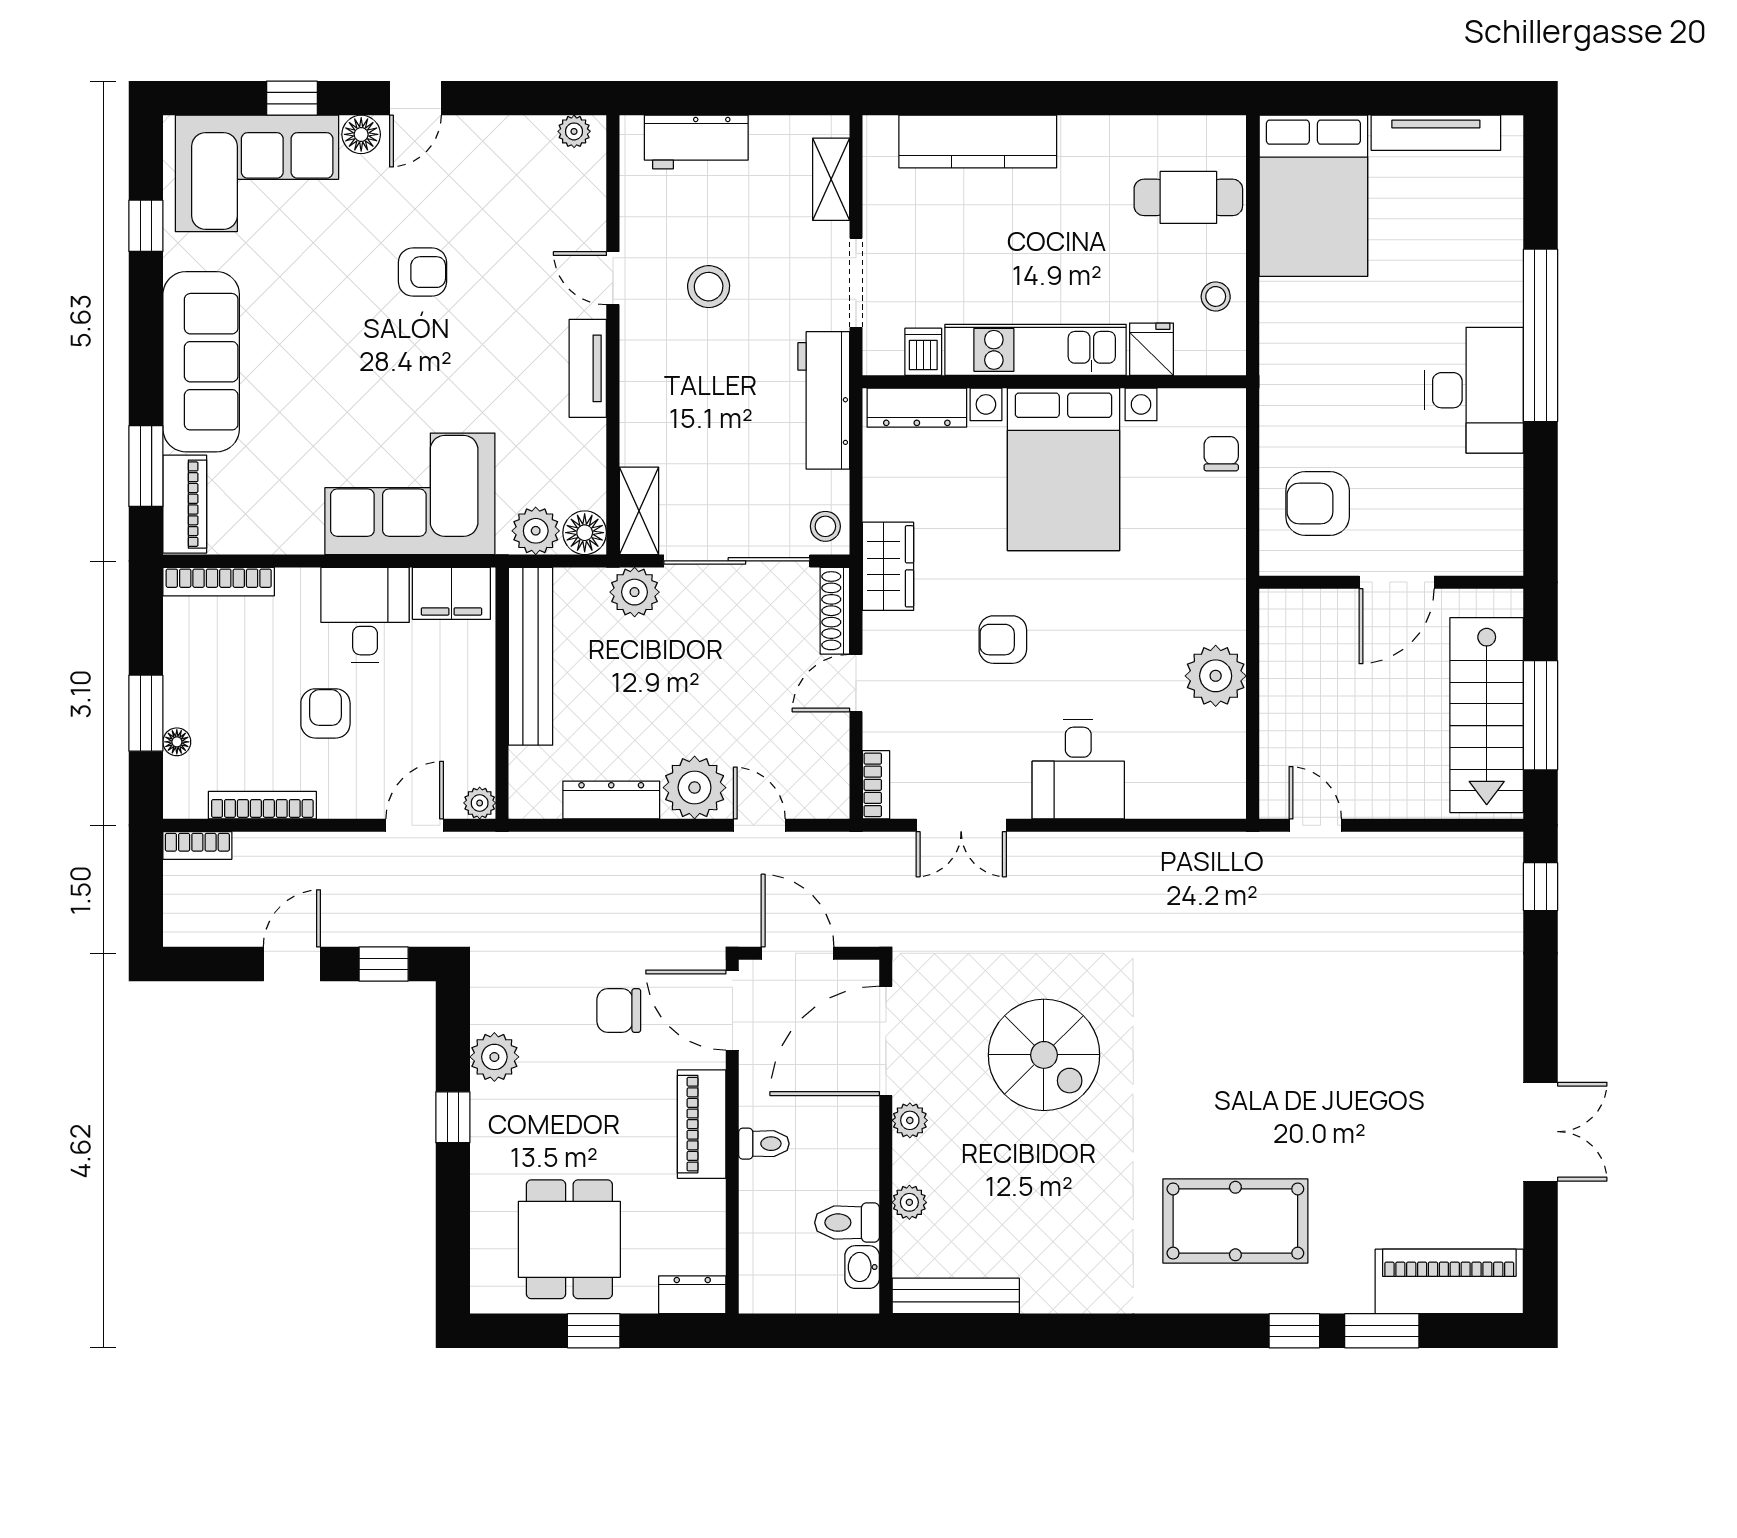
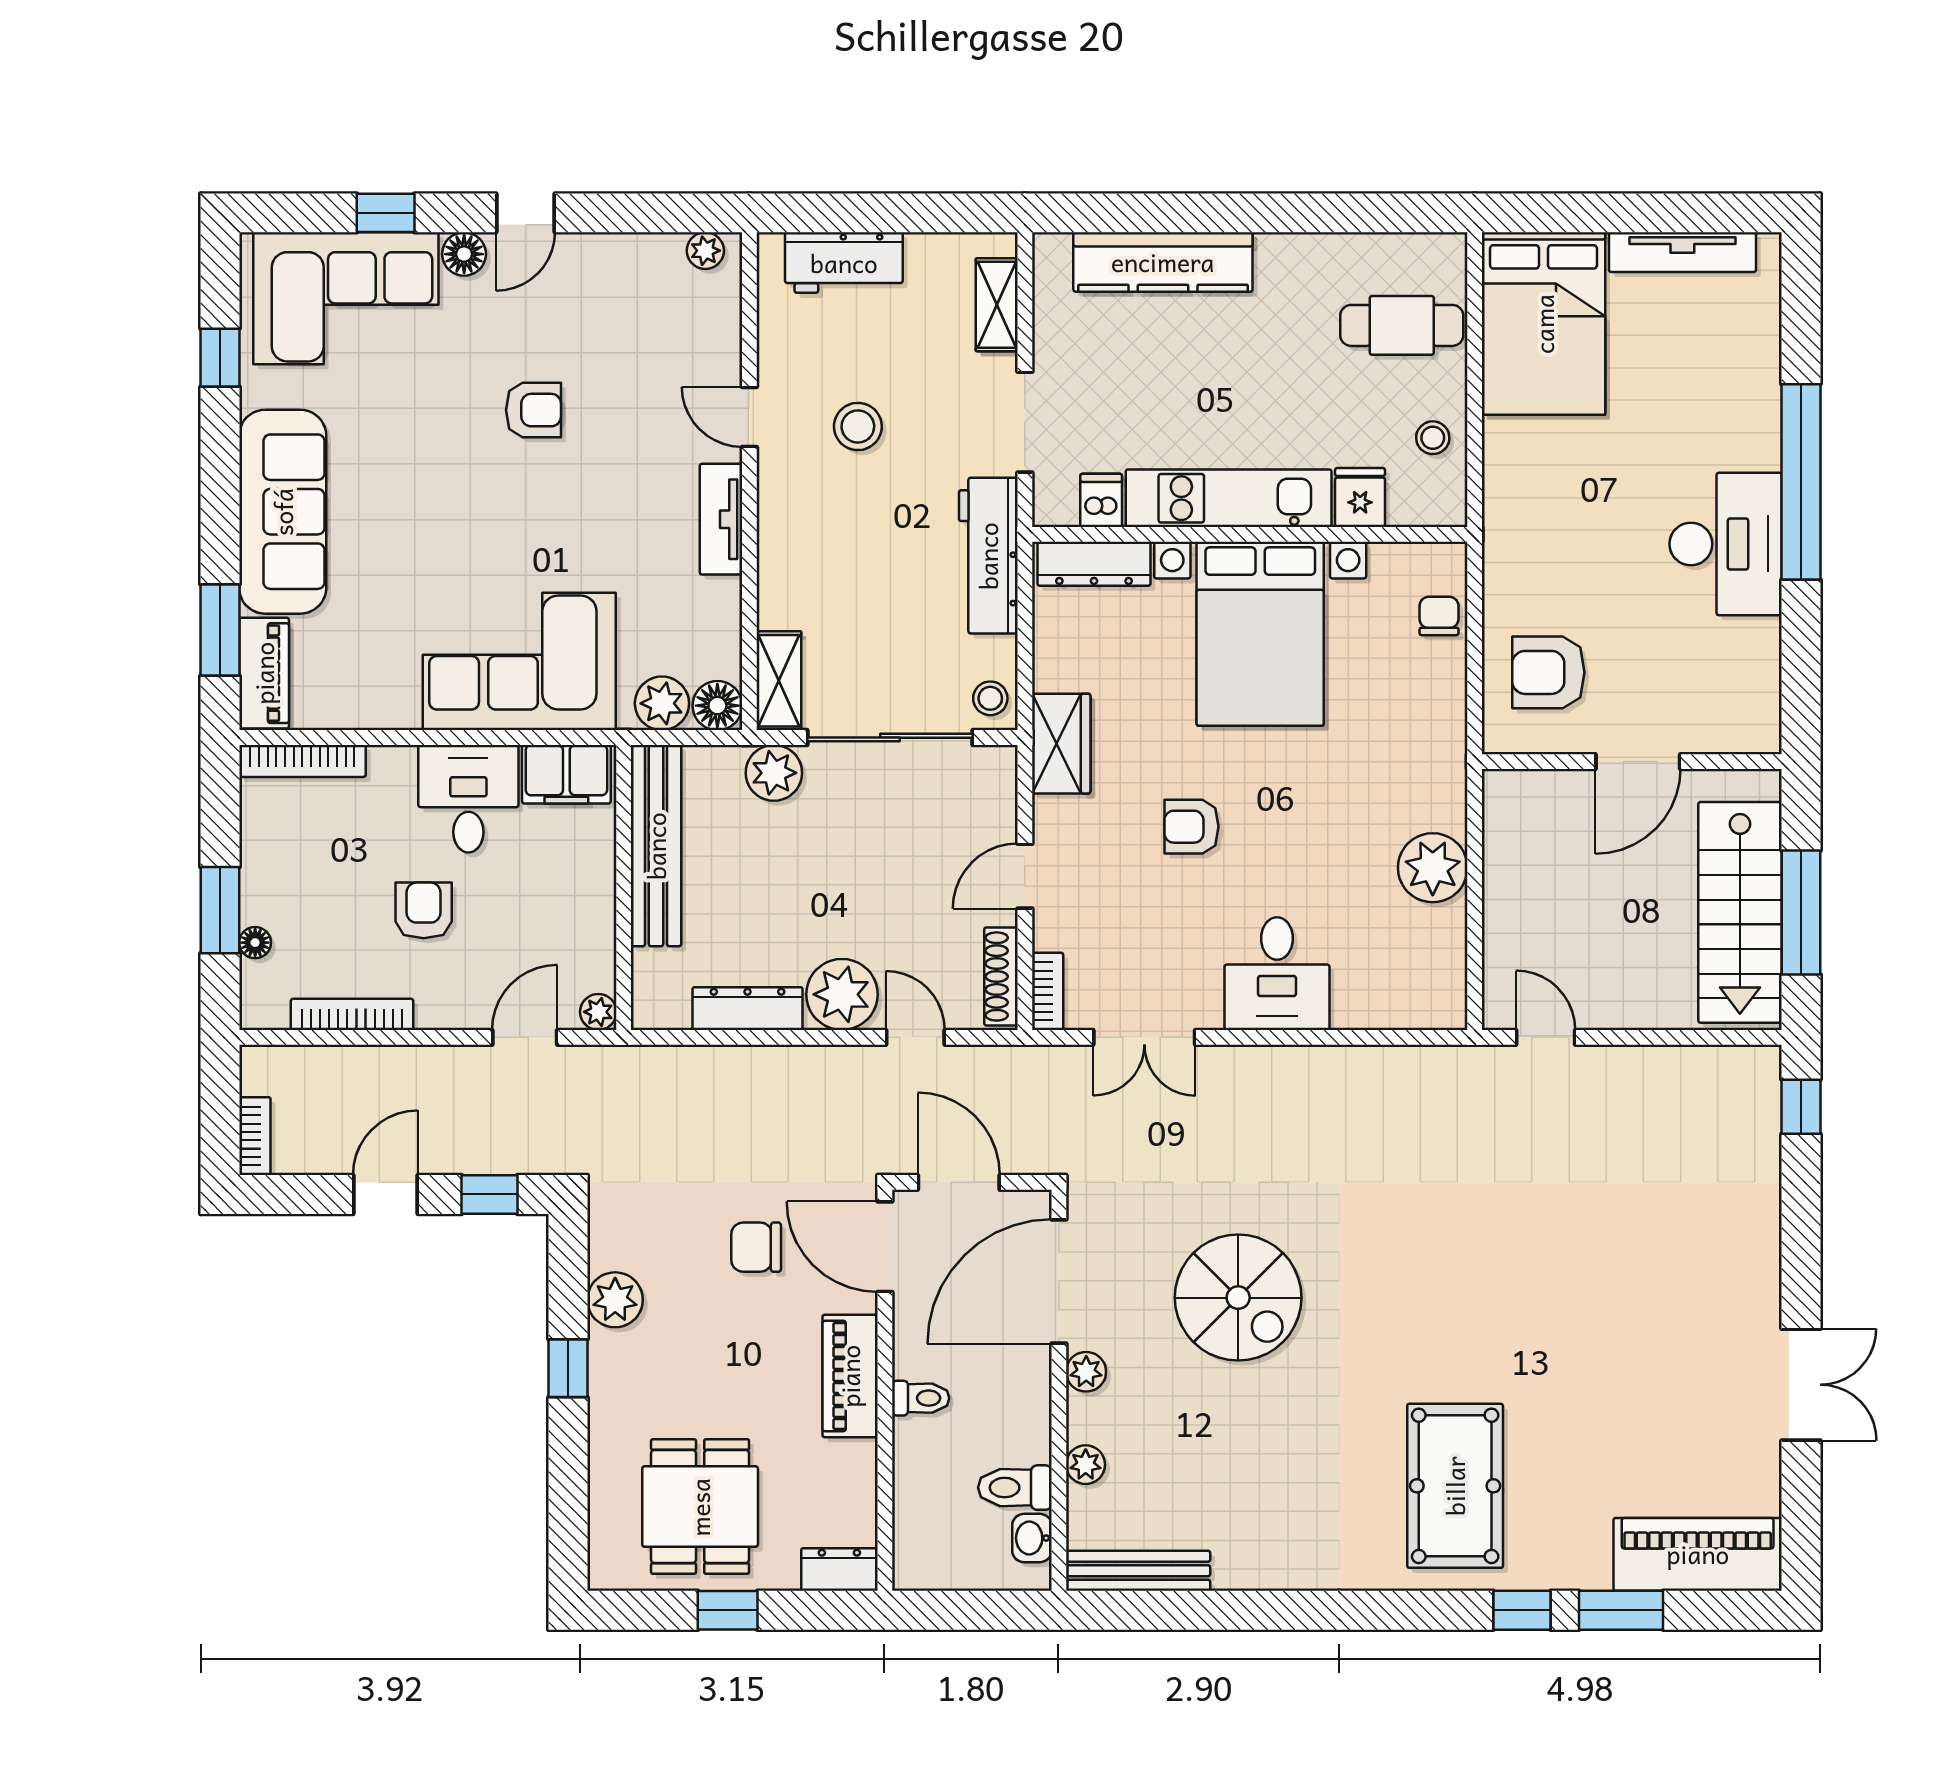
shoe rack: (835, 611) -> (1001, 976), moved
bookcase: (197, 846) -> (255, 1136), moved, turned -90
pool table: (1235, 1221) -> (1455, 1486), turned 90

